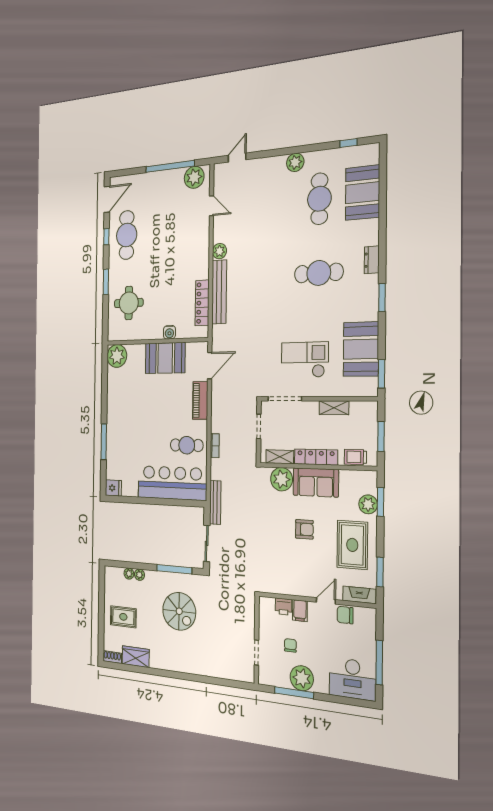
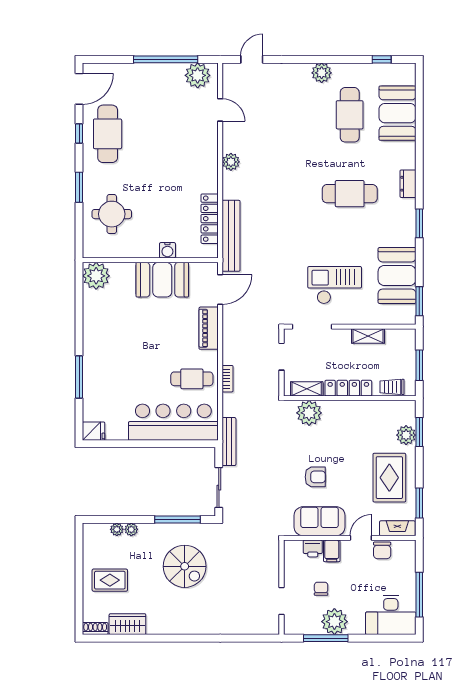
bench: (219, 292) -> (231, 236), moved
sofa: (316, 482) -> (320, 521), moved, turned 180
armchair: (304, 529) -> (315, 477), moved
chair: (345, 615) -> (382, 550), turned -90

